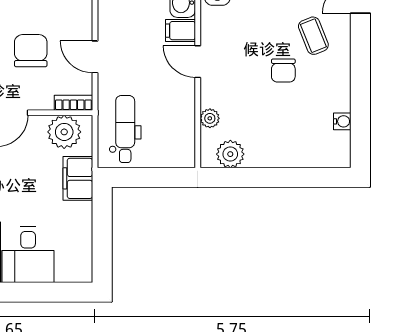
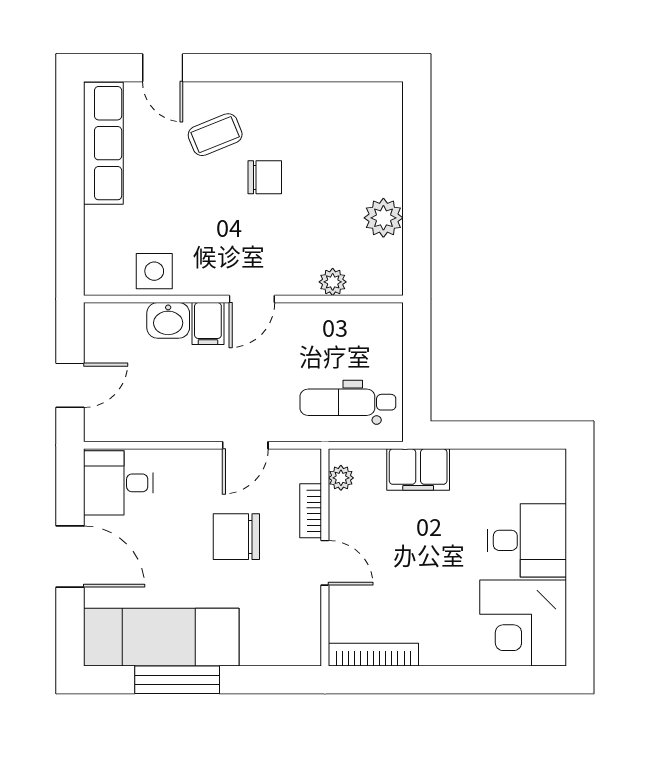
bookcase: (73, 103) -> (311, 511), moved
water cooler: (342, 121) -> (337, 94), removed
plant: (64, 132) -> (341, 478), width x0.53, depth x0.53
plant: (230, 154) -> (383, 218), moved

